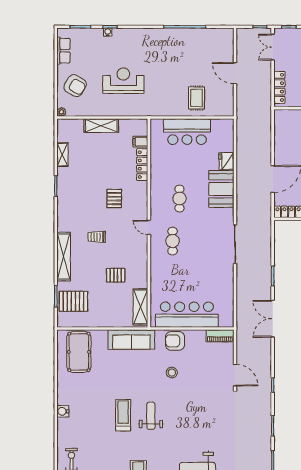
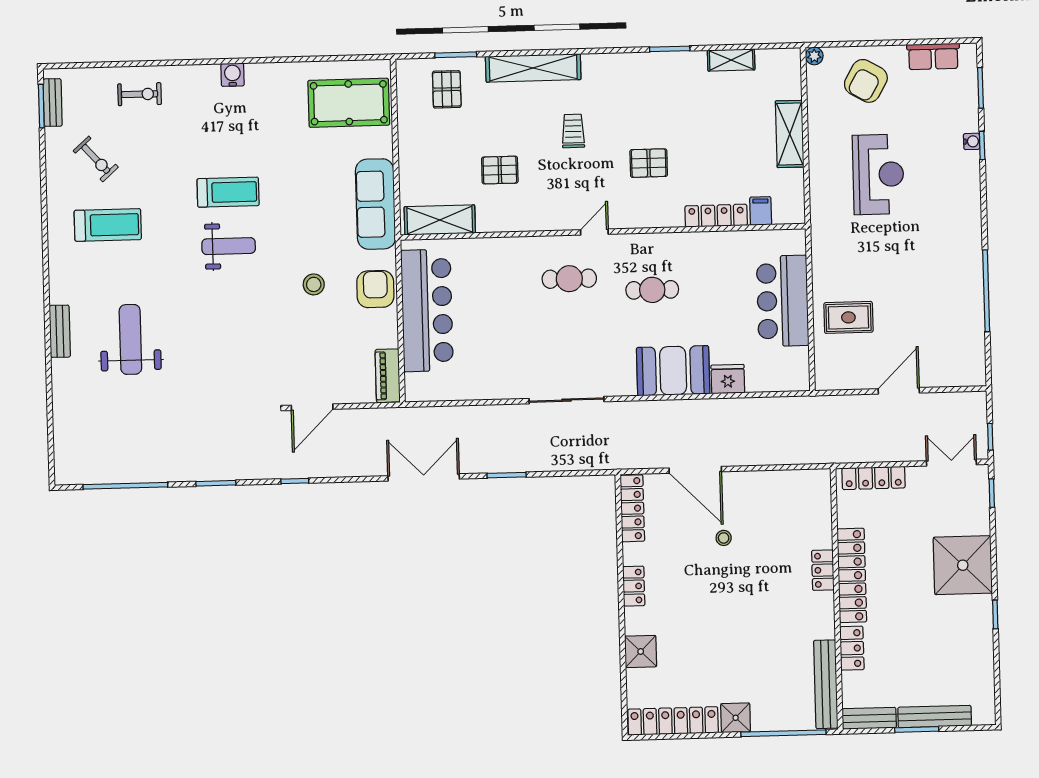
pallet: (116, 275) -> (500, 170), turned 90
pallet: (73, 301) -> (447, 89), width x0.67, depth x0.71

